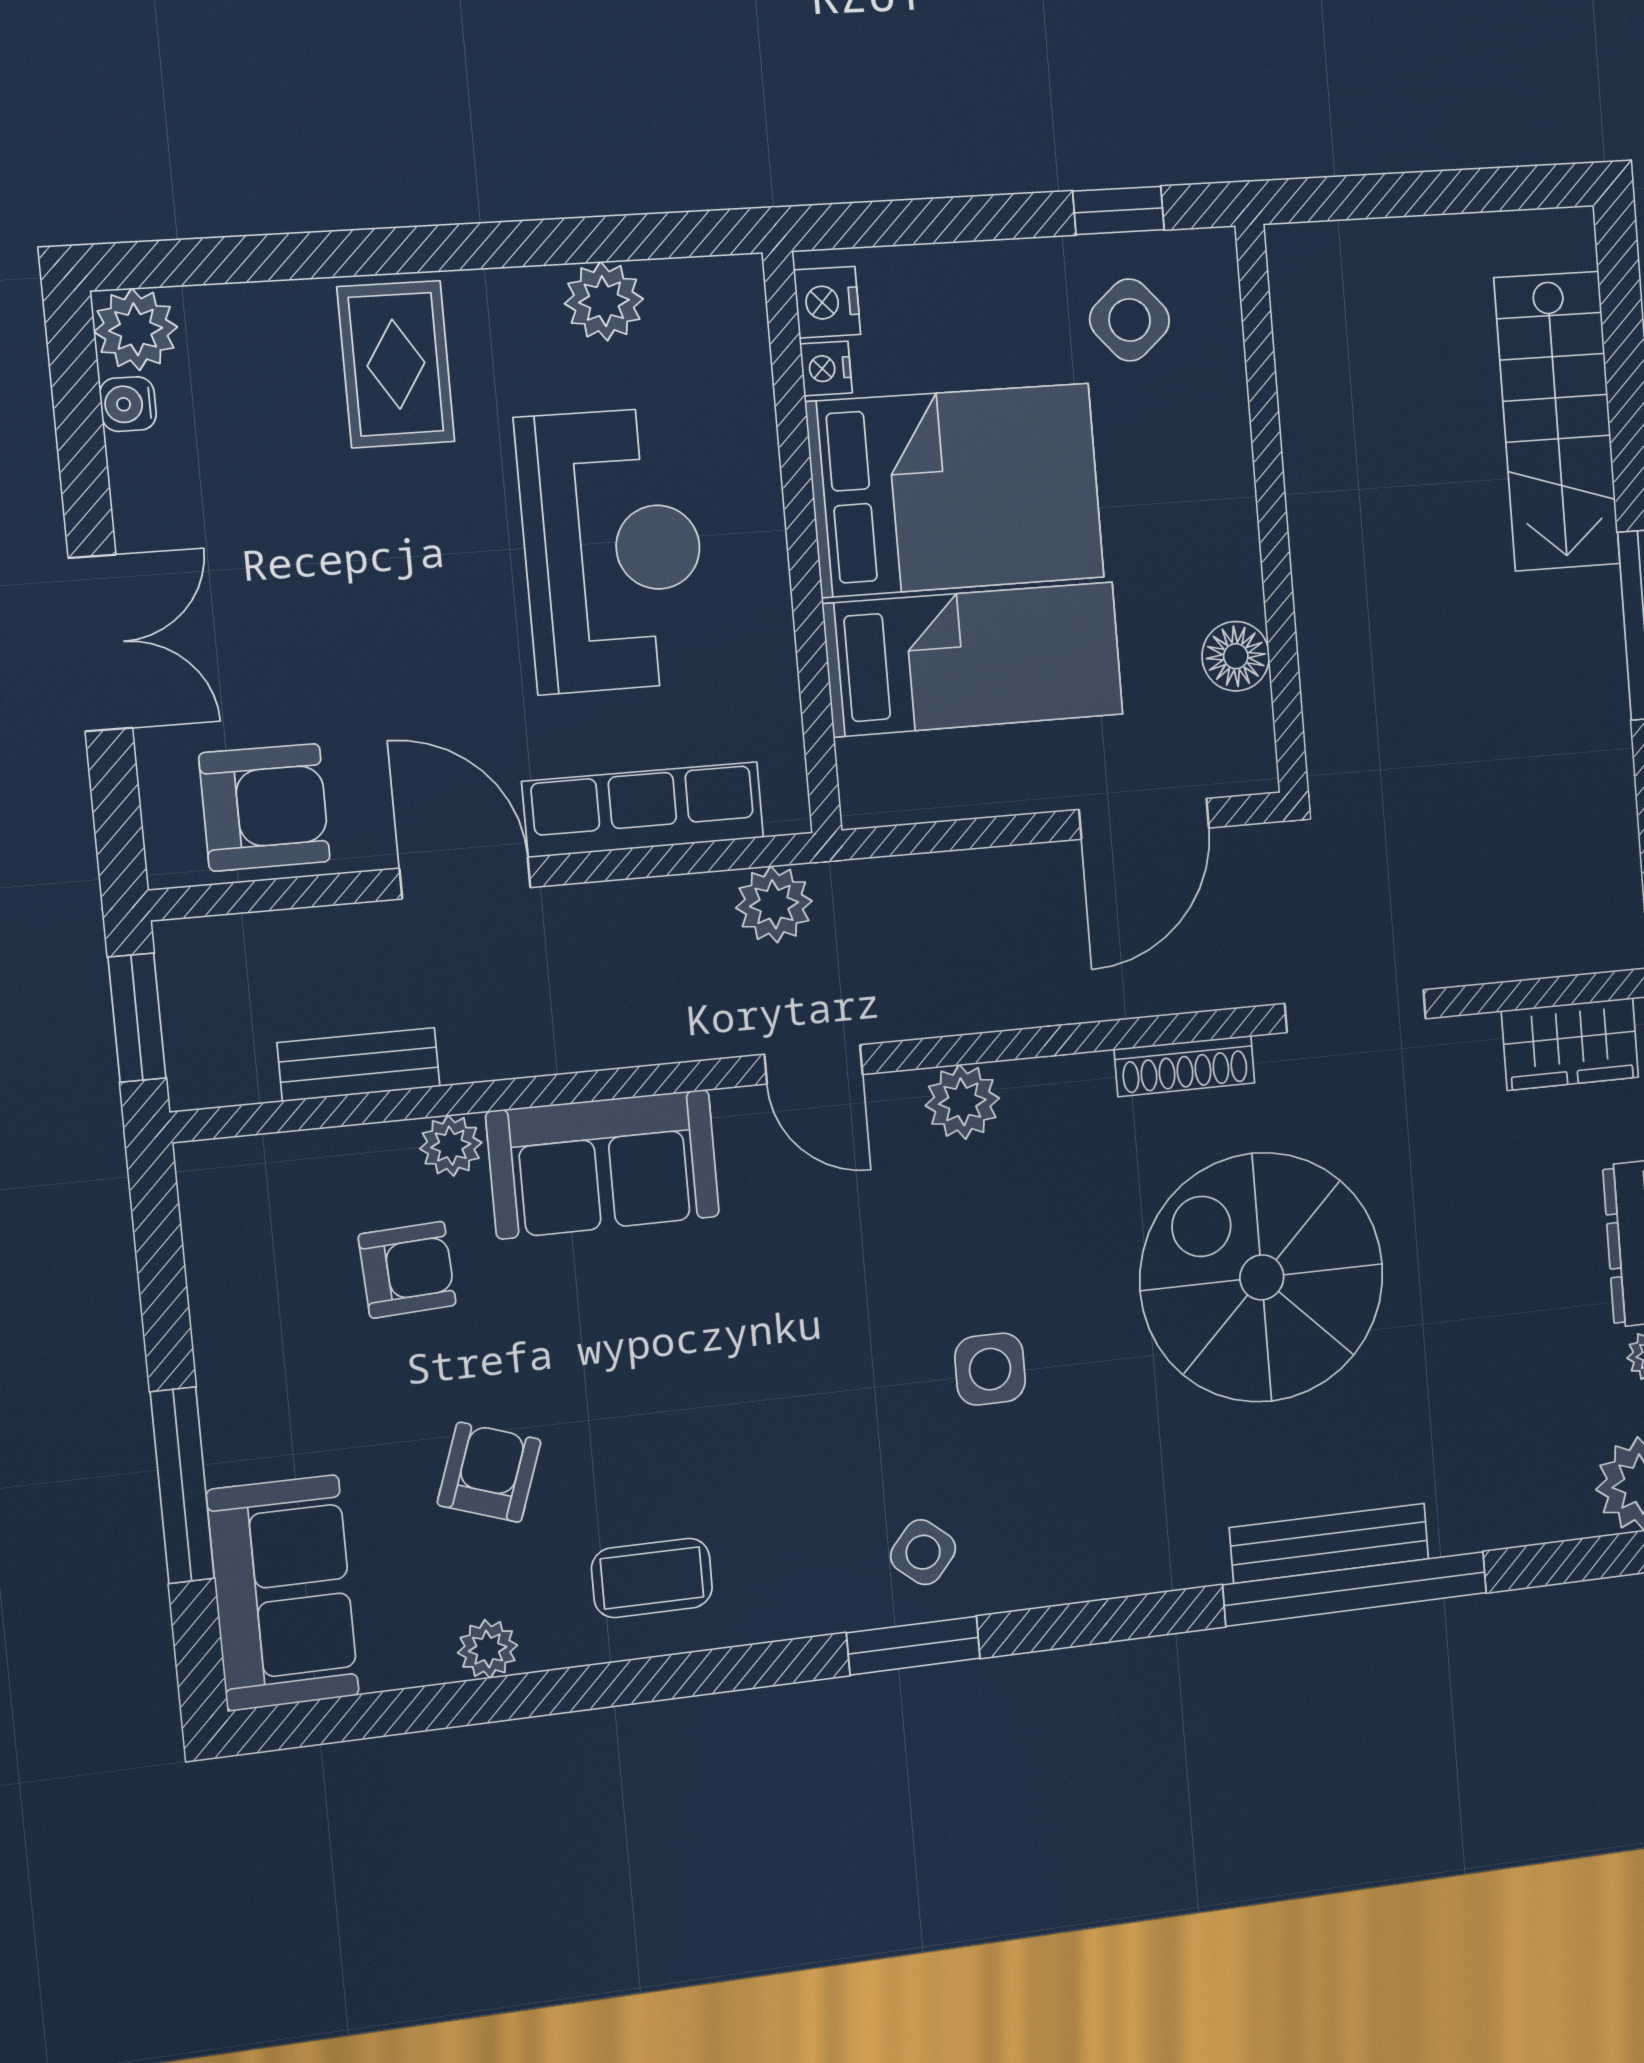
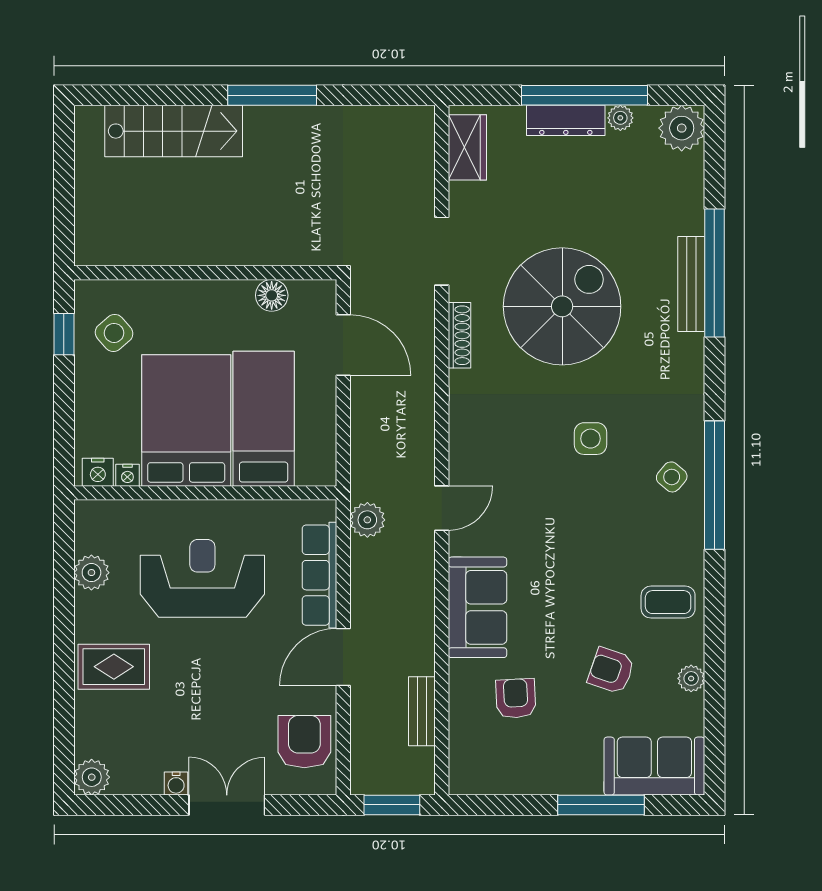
water cooler: (128, 404) -> (176, 784), moved
plant: (962, 1102) -> (466, 441), removed
plant: (451, 1146) -> (462, 674), removed
spiral stairs: (1262, 1277) -> (562, 306), turned 180
coffee table: (652, 1578) -> (668, 602), turned 90
window: (913, 1646) -> (714, 485), width x2.11

